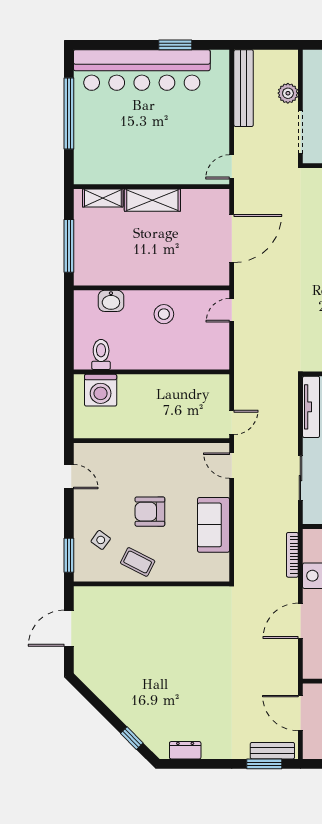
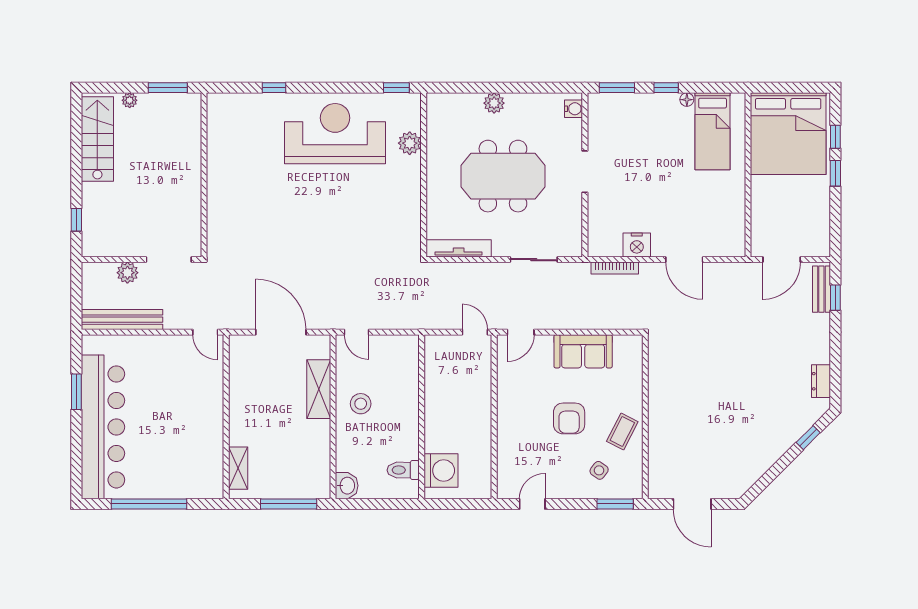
shelving: (152, 200) -> (319, 389), moved
washbasin: (111, 301) -> (347, 486), moved
window: (264, 764) -> (835, 298), width x0.67

